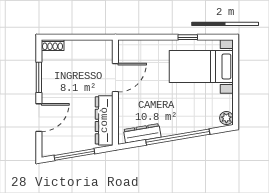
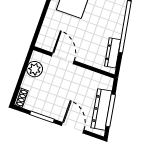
plant: (91, 49) -> (35, 69), added
dresser: (104, 120) -> (101, 109), moved, turned 80

